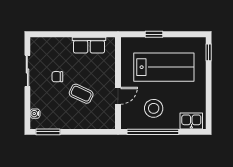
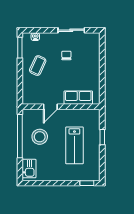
row of seats: (89, 45) -> (78, 98), moved, turned 90
lab bench: (164, 67) -> (74, 145), width x0.73, depth x0.72
coffee table: (81, 94) -> (38, 66), moved
door: (118, 96) -> (50, 107), hinge flipped

